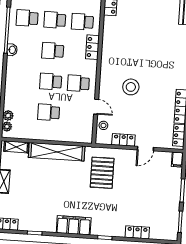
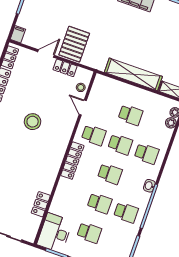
school desk: (82, 22) -> (147, 154), moved
locker: (92, 47) -> (72, 161), width x1.53
stool: (131, 87) -> (33, 122), moved
pallet: (102, 173) -> (74, 44), moved

